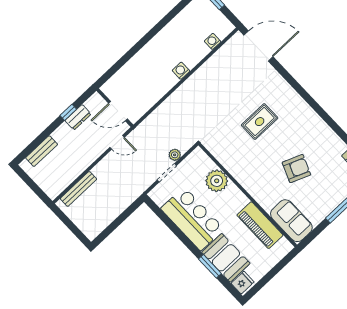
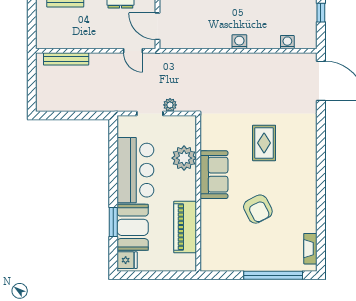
rug: (260, 122) -> (264, 143), turned 90
armchair: (296, 169) -> (258, 209), turned 41
sofa: (291, 221) -> (214, 175), moved

